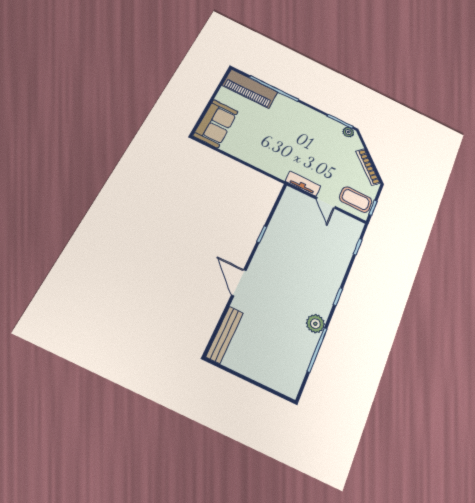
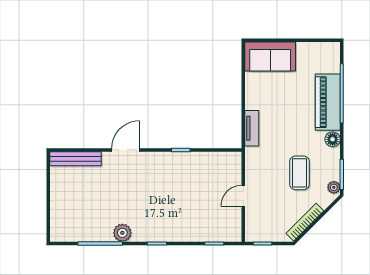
piano: (250, 89) -> (328, 102), moved
floor lamp: (309, 114) -> (333, 139), added
tv unit: (303, 184) -> (252, 128), moved
coffee table: (356, 199) -> (300, 173), moved

